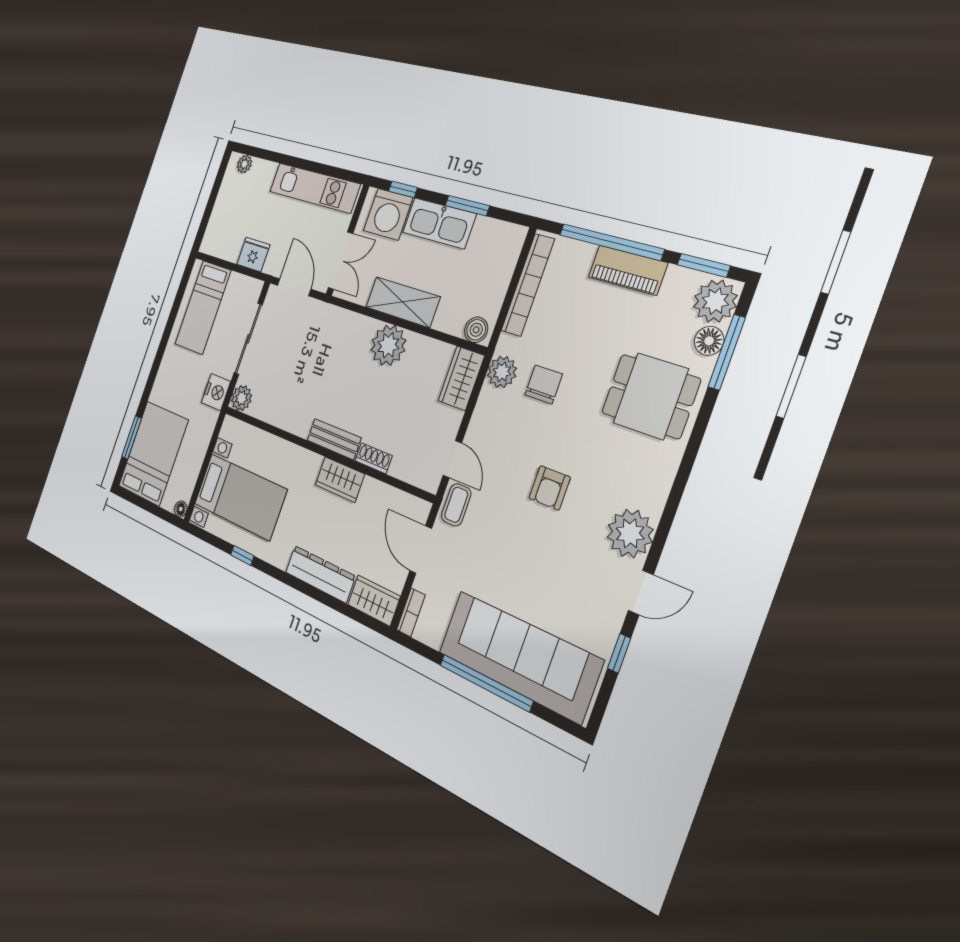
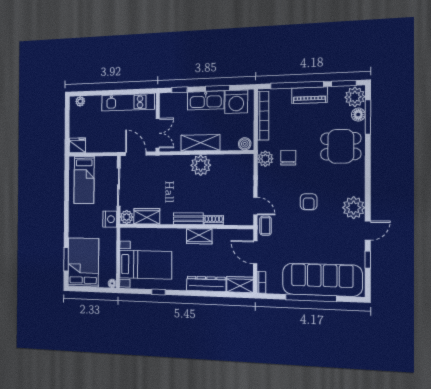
washing machine: (388, 214) -> (236, 102), moved
fridge: (253, 255) -> (77, 145), moved
wardrobe: (461, 378) -> (147, 216), moved, turned 90

